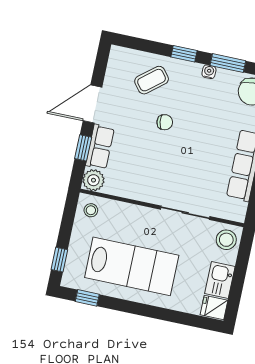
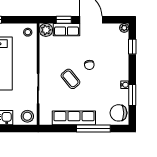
plant: (117, 53) -> (124, 28), added
window: (184, 54) -> (132, 47), moved
coffee table: (152, 80) -> (70, 79), moved

